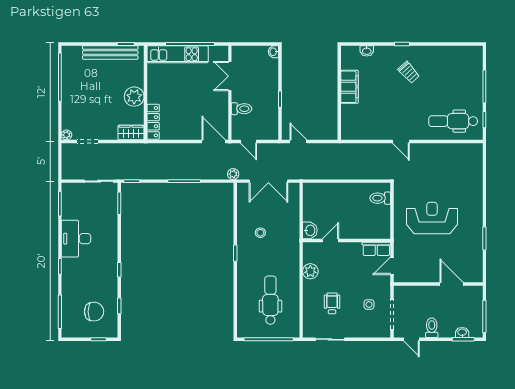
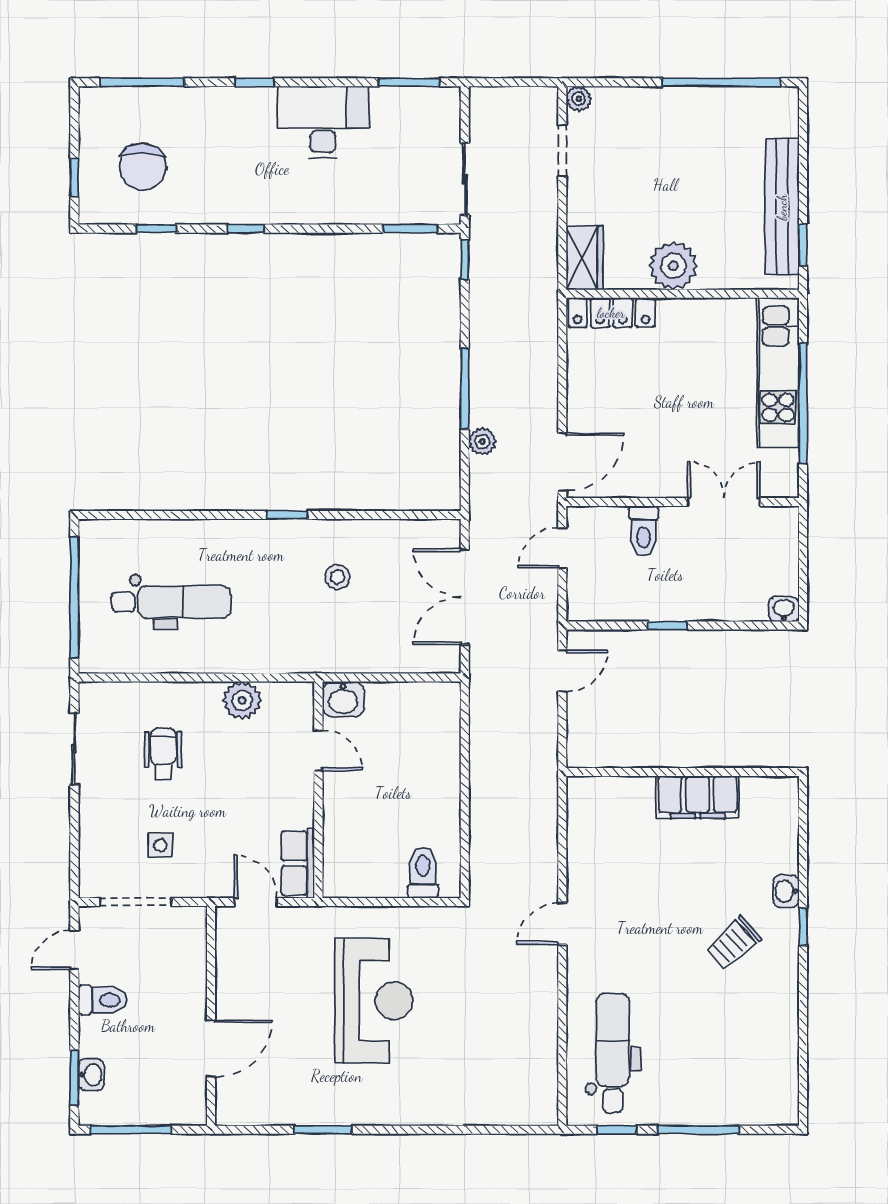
washbasin: (367, 51) -> (786, 891), moved
plant: (233, 174) -> (482, 441), moved
wheelchair: (332, 303) -> (163, 754), turned -90

